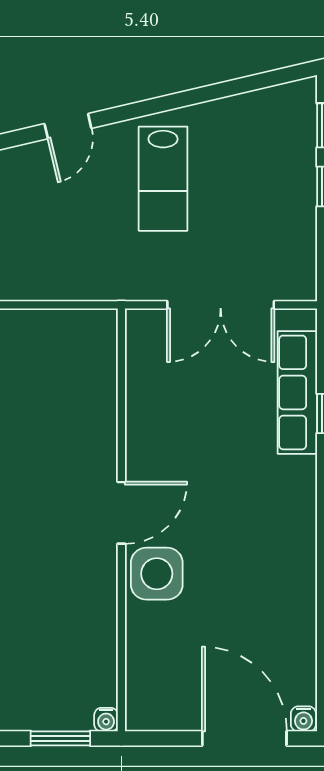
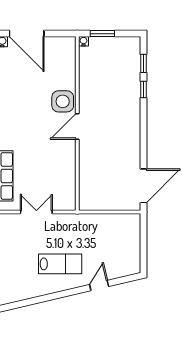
lab bench: (163, 179) -> (60, 264), turned 90
double door: (221, 305) -> (36, 212), width x0.73

